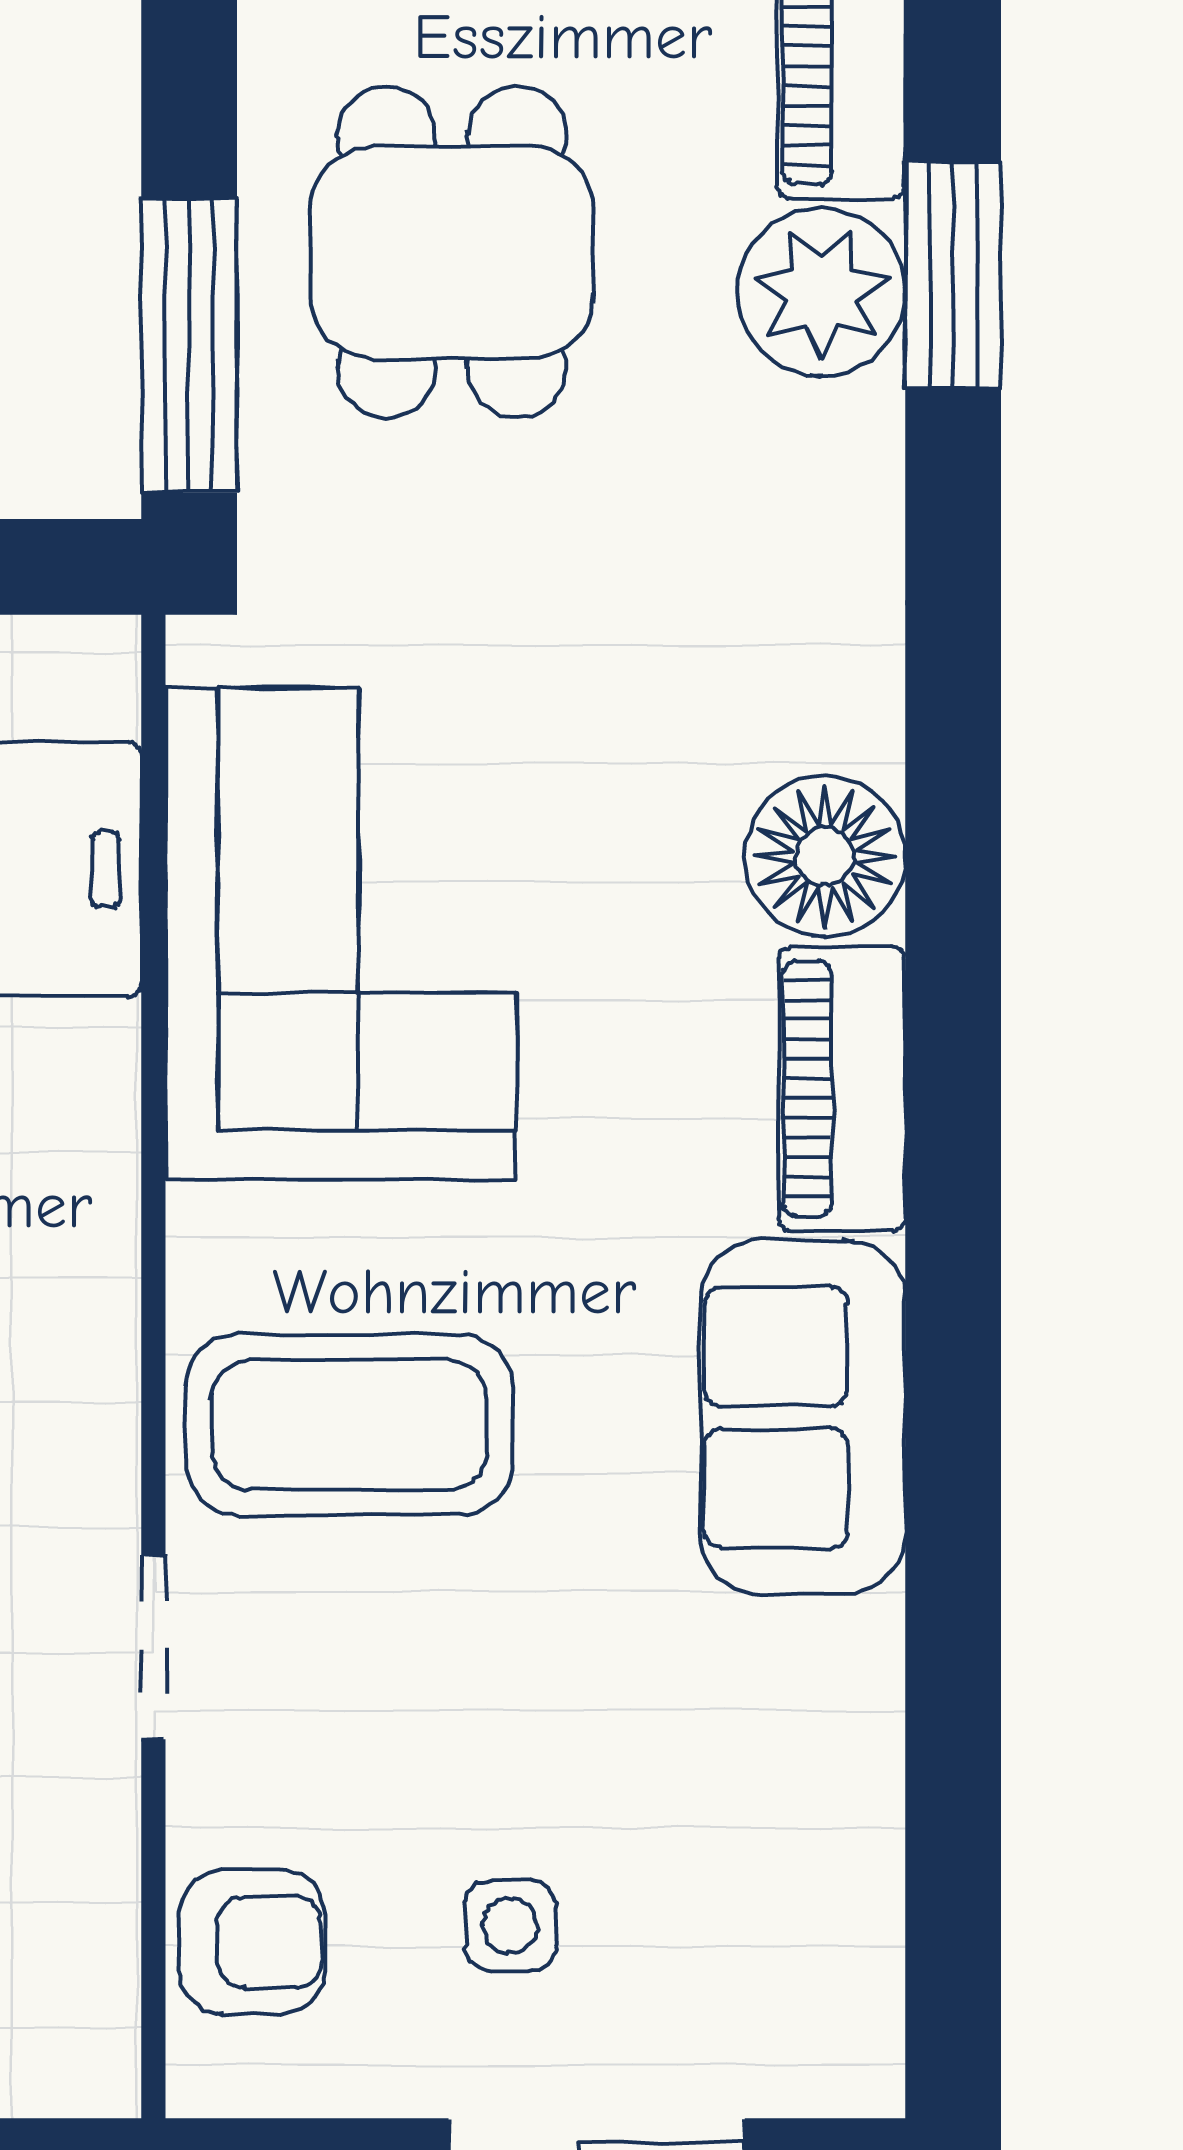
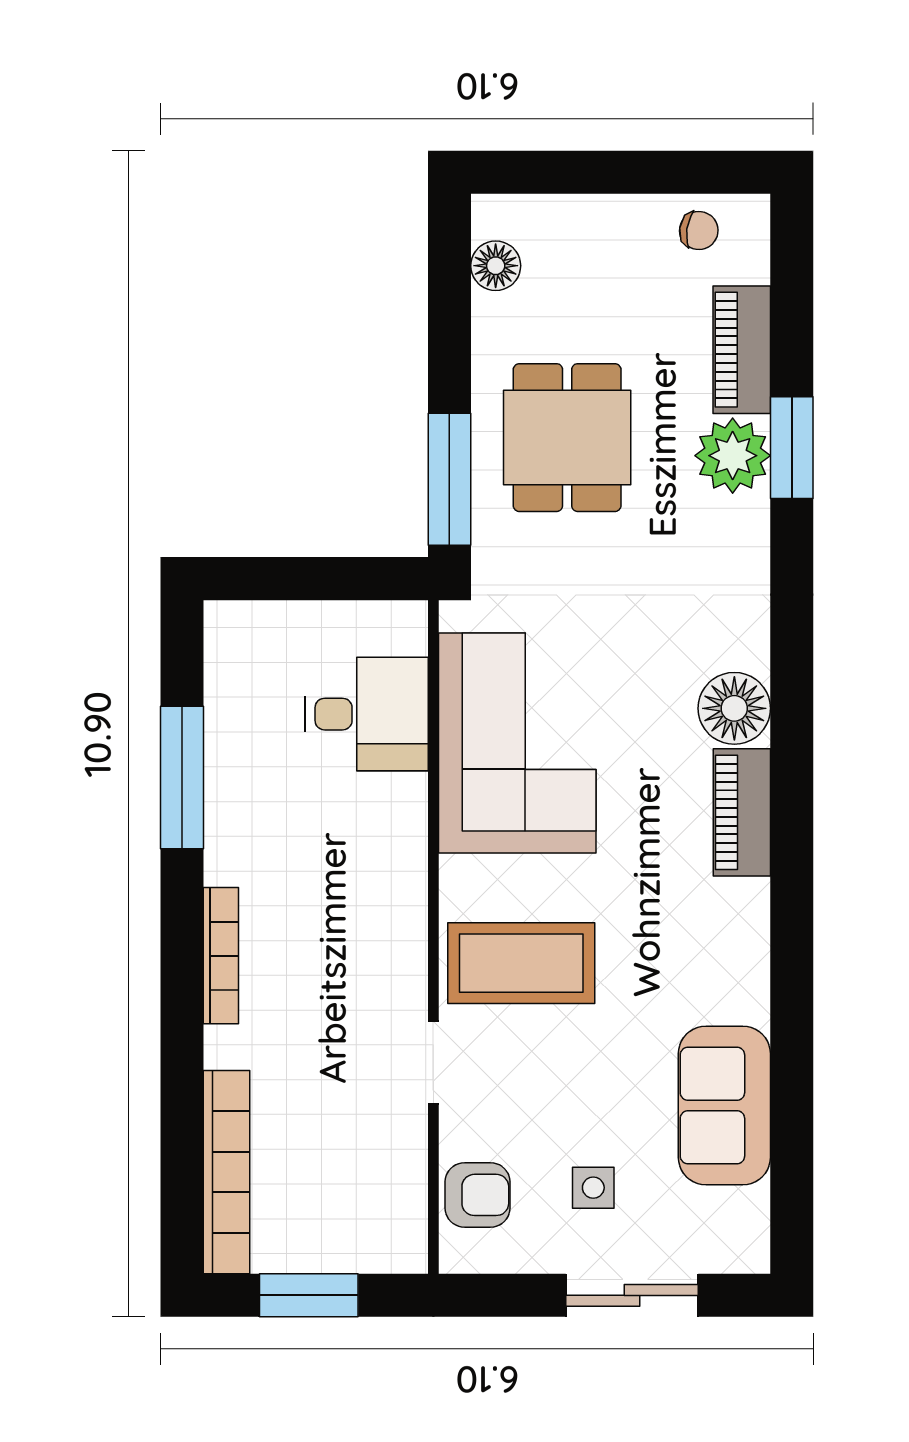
sofa: (803, 1418) -> (724, 1106), moved

